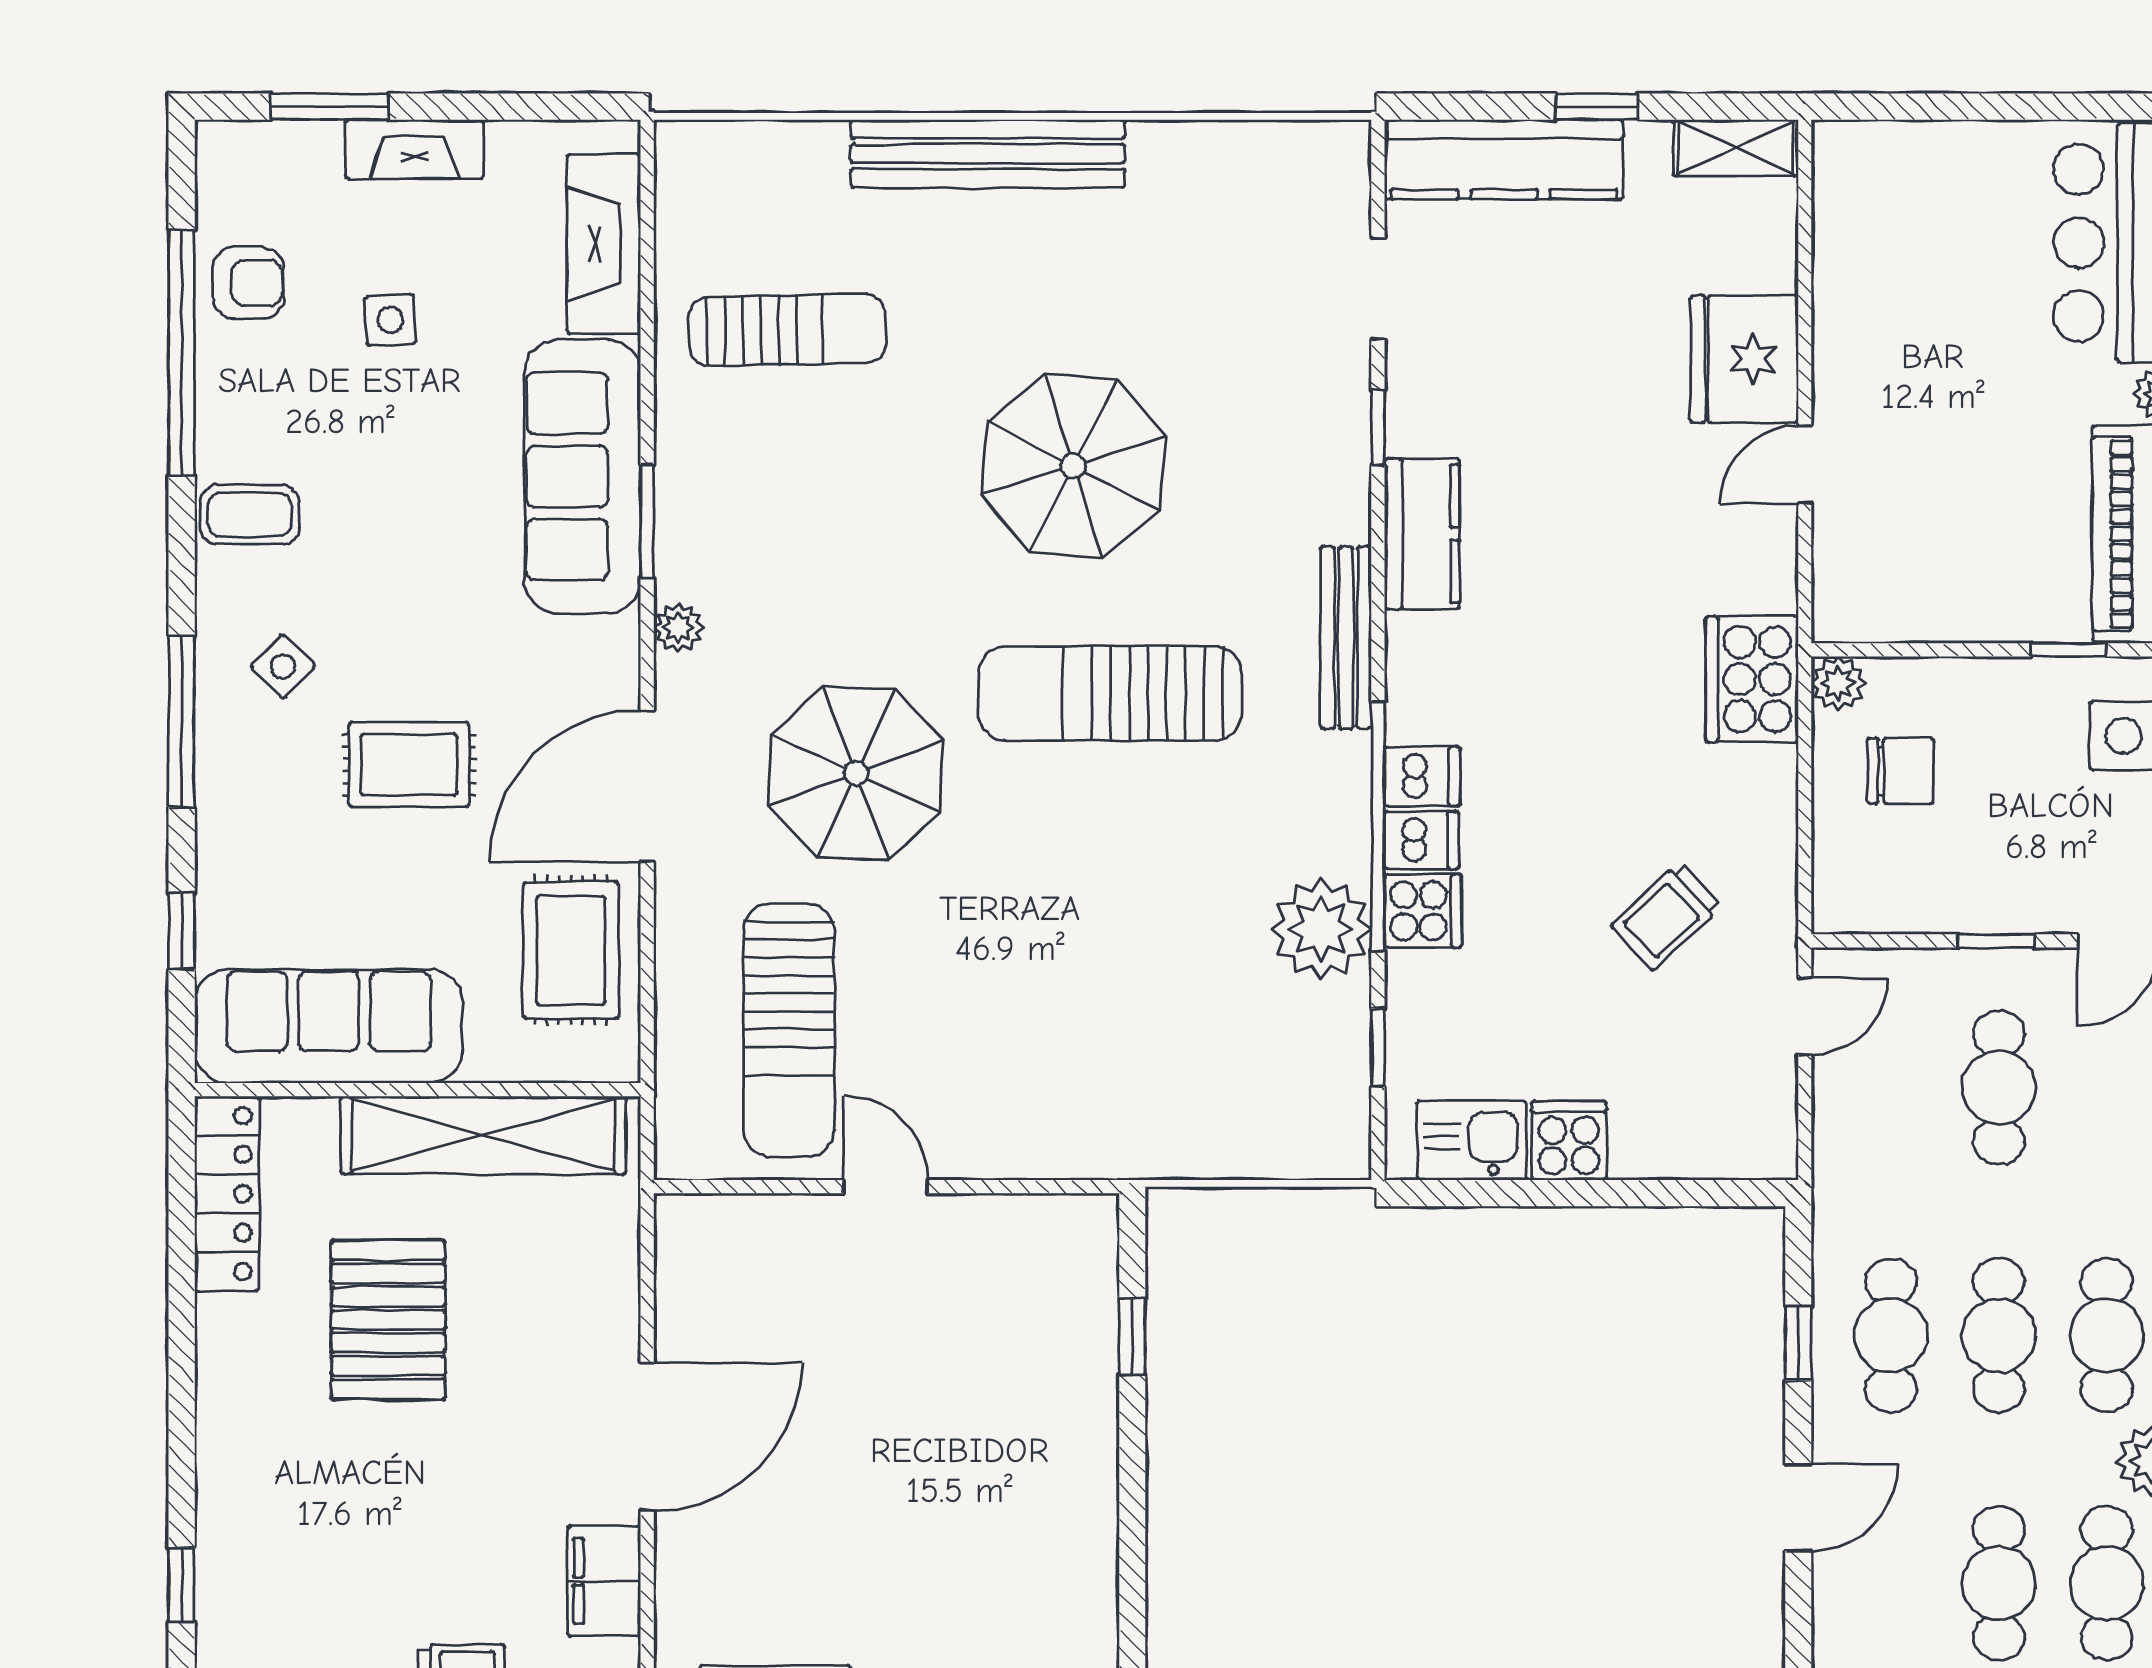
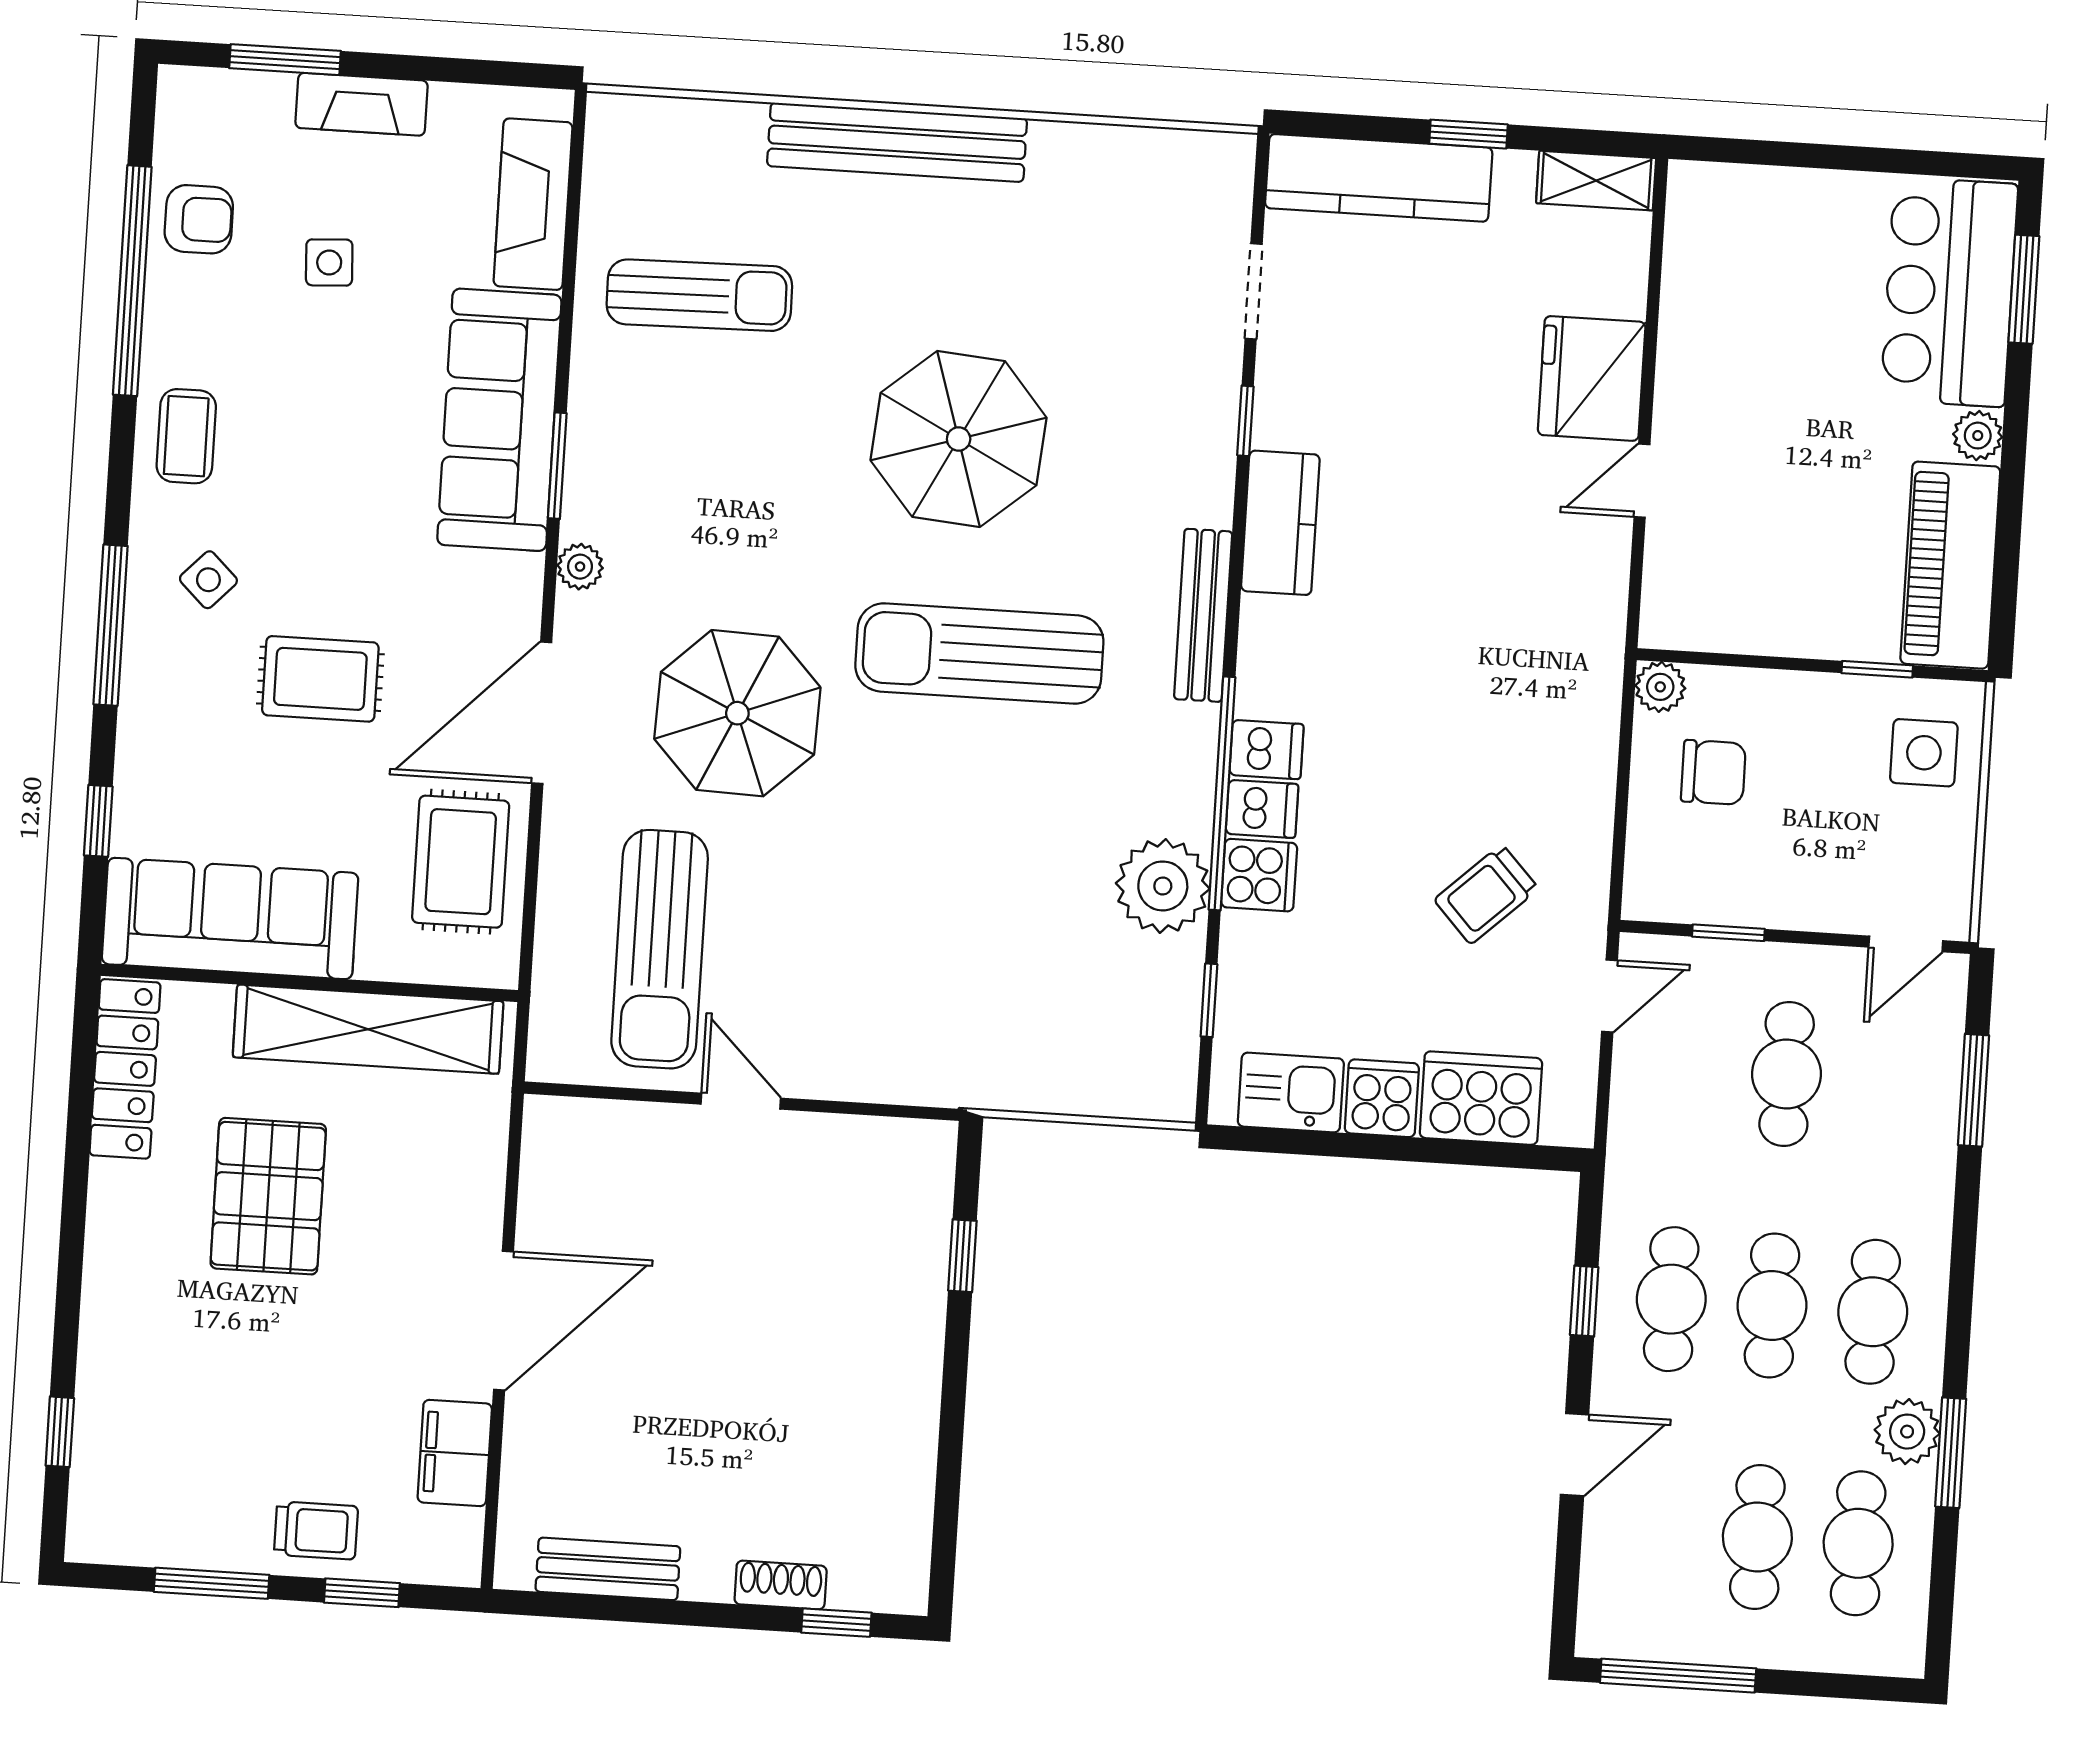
coffee table: (250, 515) -> (186, 436), turned 90
cooker: (1752, 679) -> (1481, 1098), moved, turned 90
window: (1996, 941) -> (1728, 933), moved

